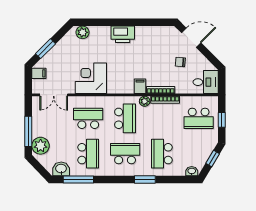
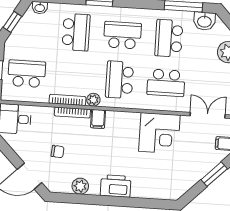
plant: (83, 32) -> (80, 186), moved
chair: (180, 62) -> (58, 152), moved
school desk: (125, 154) -> (122, 35), turned 180

